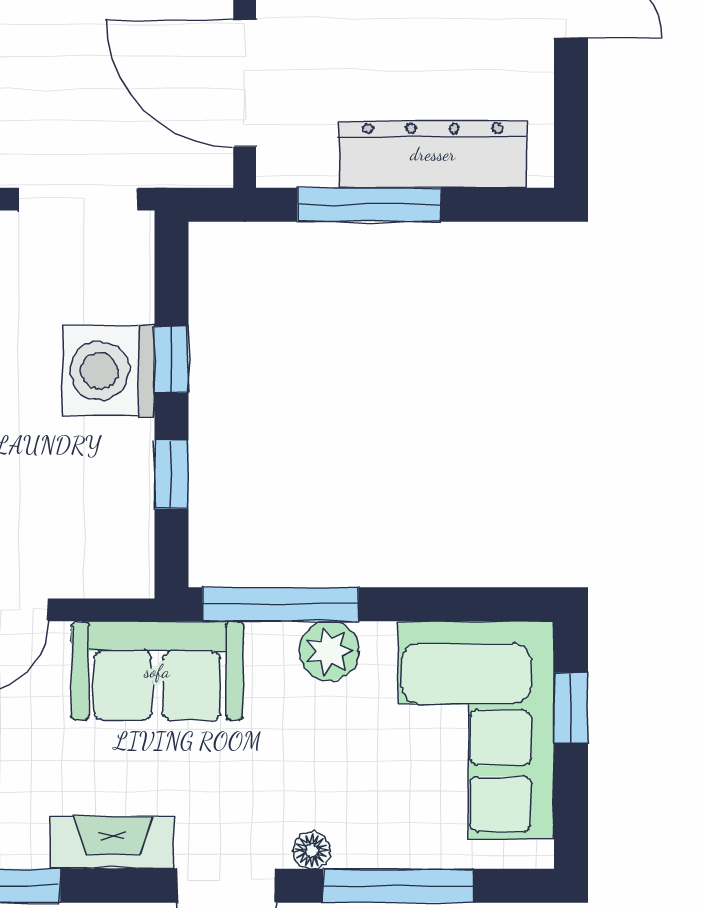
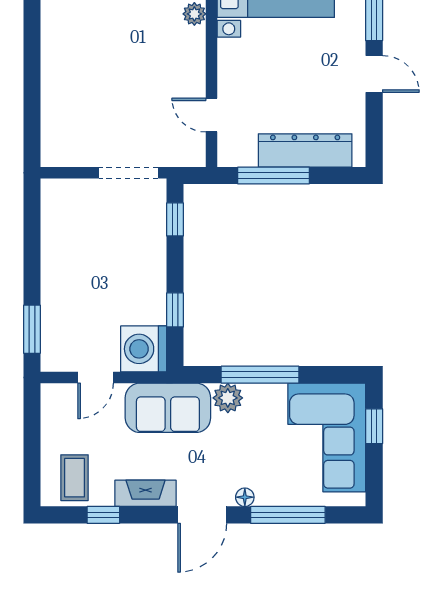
door: (245, 83) -> (211, 115), width x0.53
window: (171, 360) -> (175, 219), moved
washing machine: (109, 371) -> (144, 349), moved
window: (280, 604) -> (260, 375), moved
plant: (329, 651) -> (228, 398), moved

